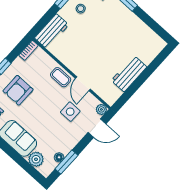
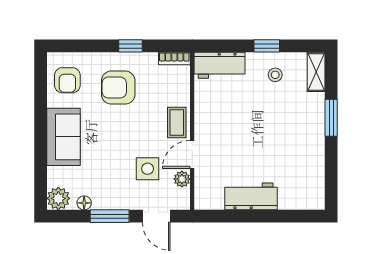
plant: (101, 109) -> (182, 179), moved
plant: (36, 159) -> (58, 198), moved
window: (66, 162) -> (110, 216), moved

